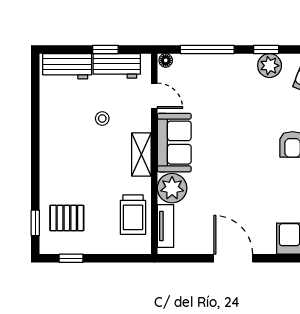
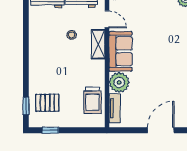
shelving: (141, 154) -> (98, 44), moved
door: (233, 258) -> (161, 130), hinge flipped

